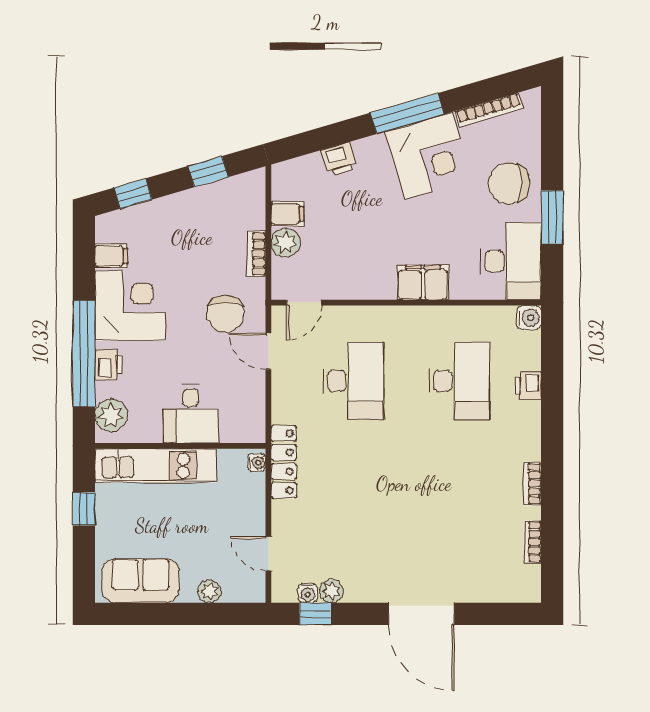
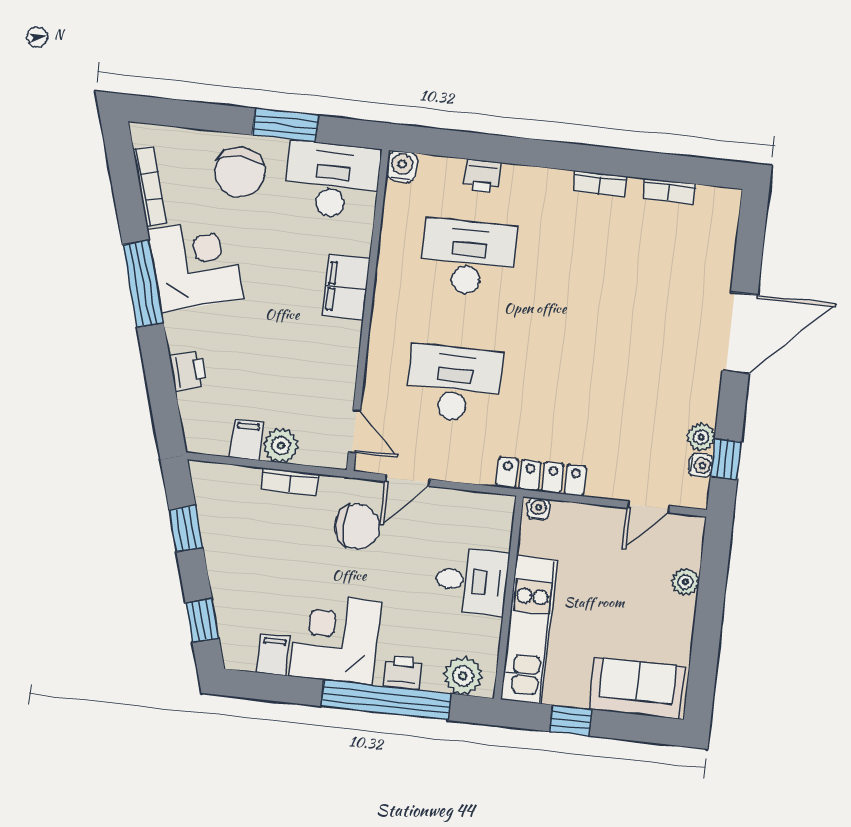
sofa: (141, 581) -> (637, 688), moved, turned 90

